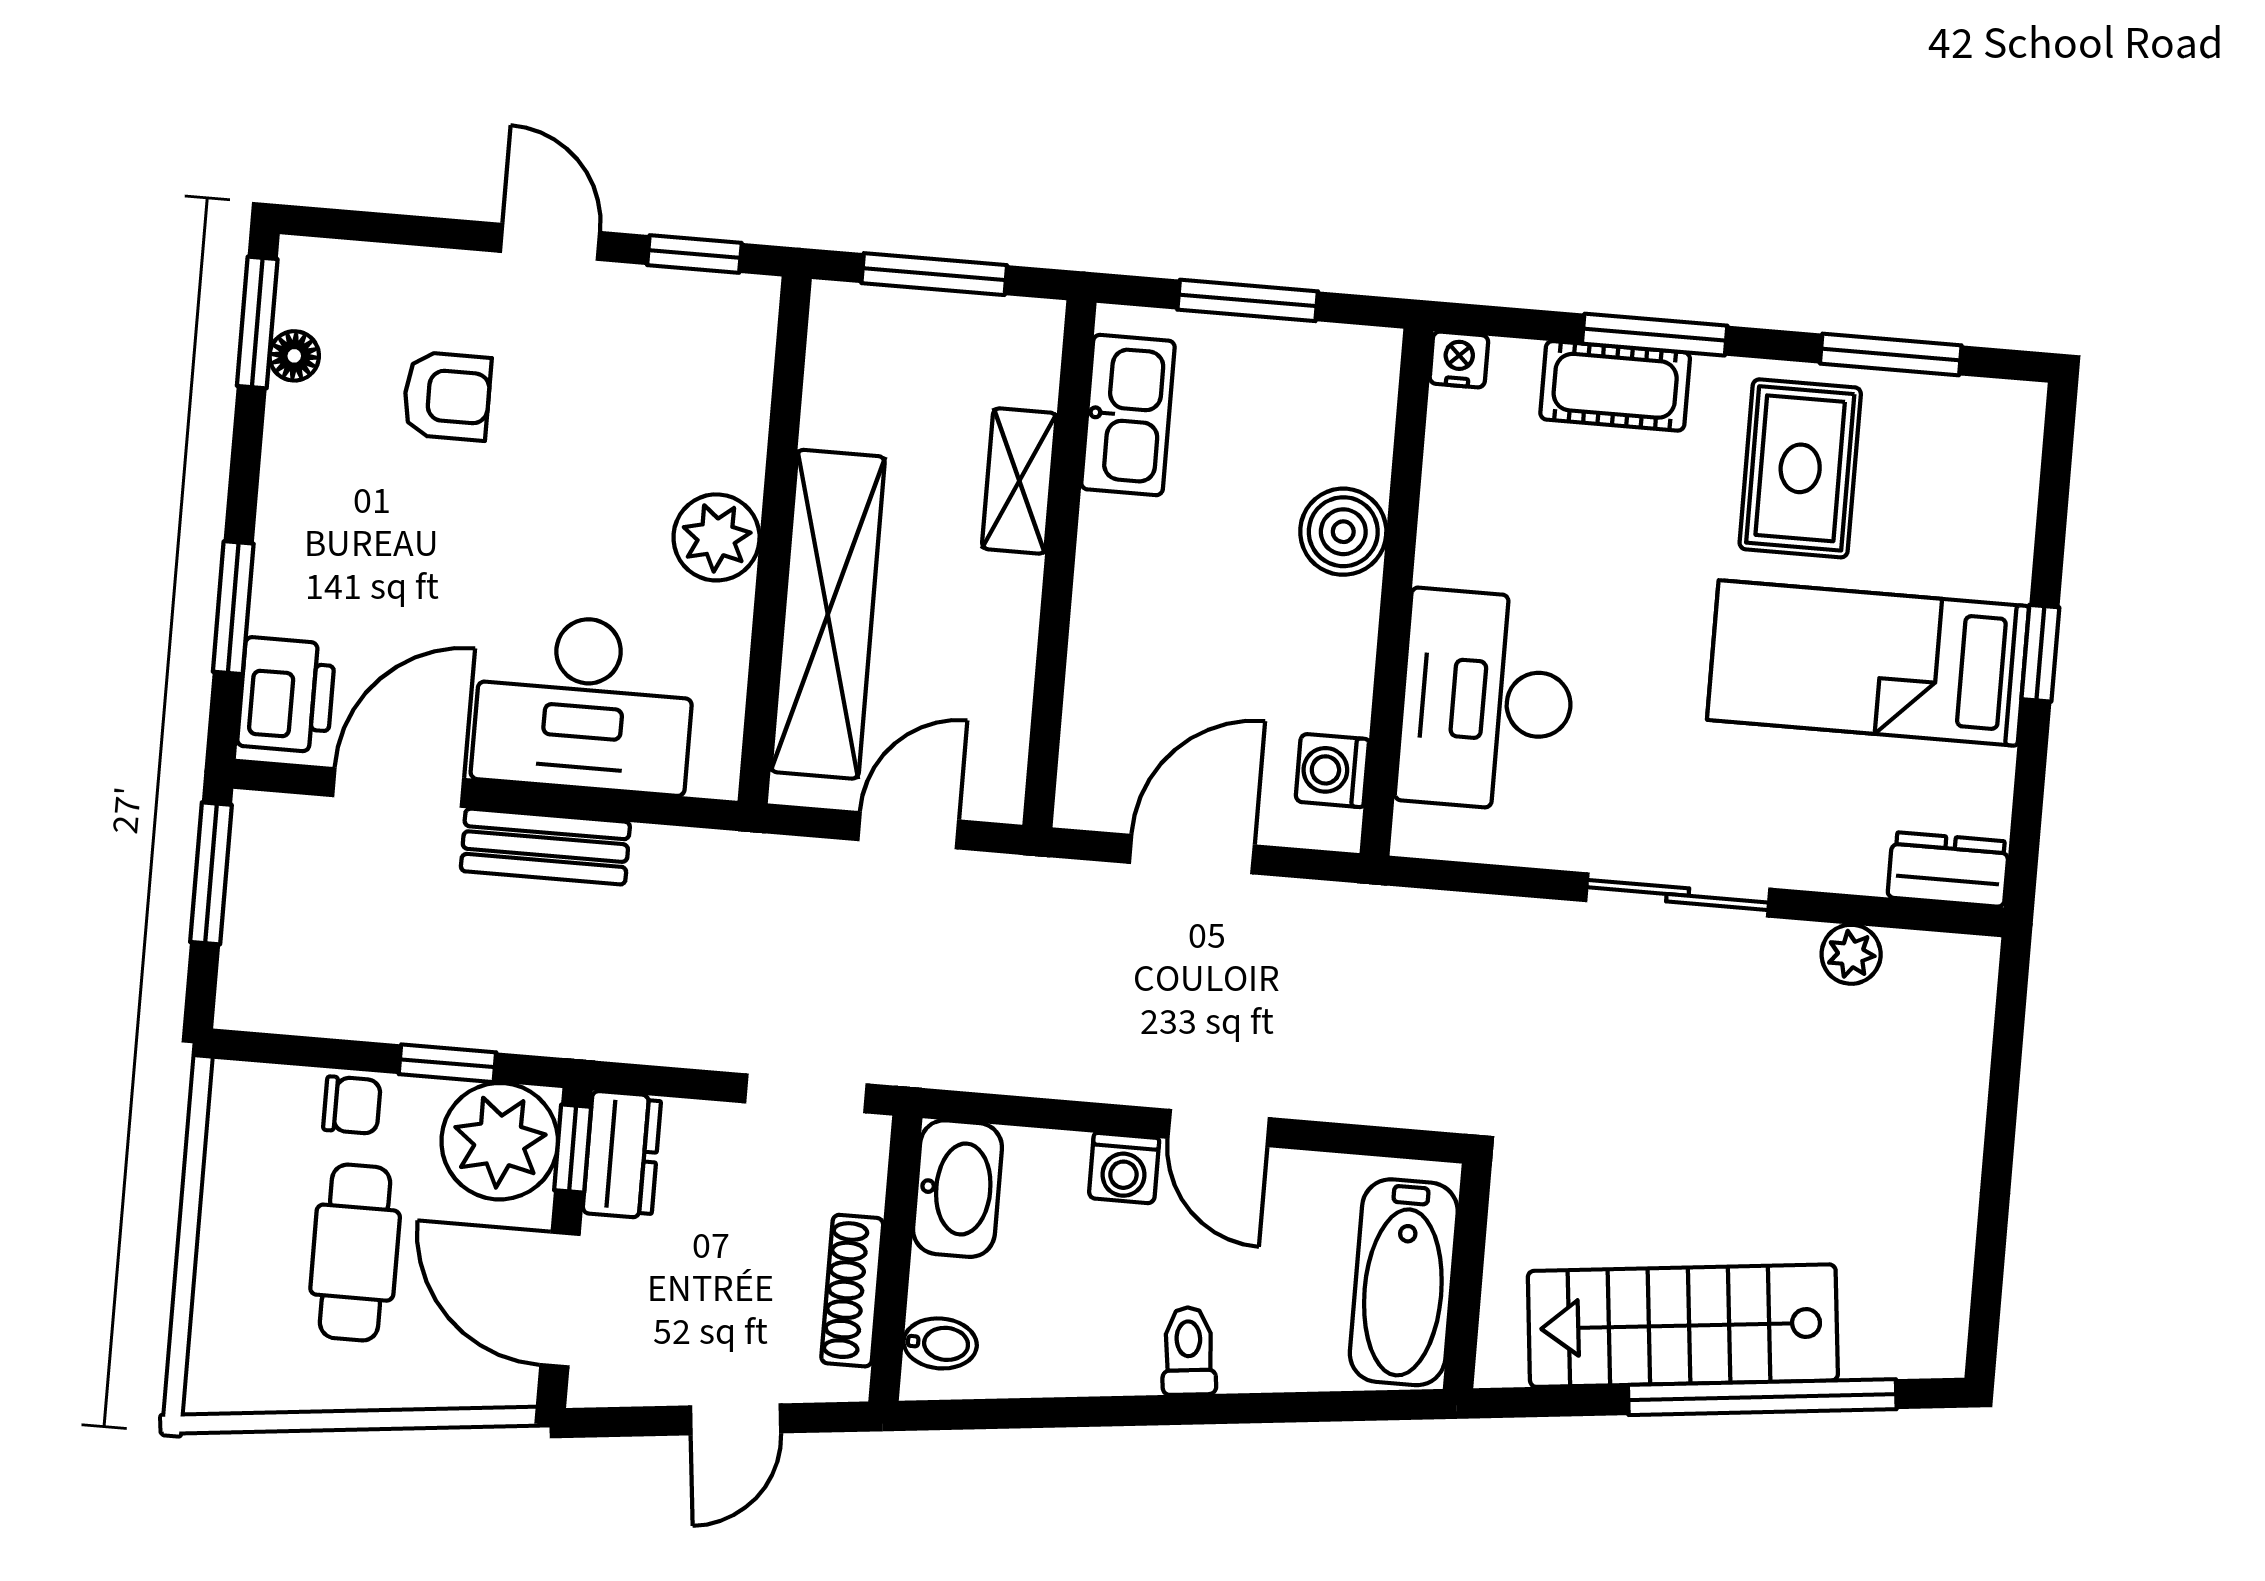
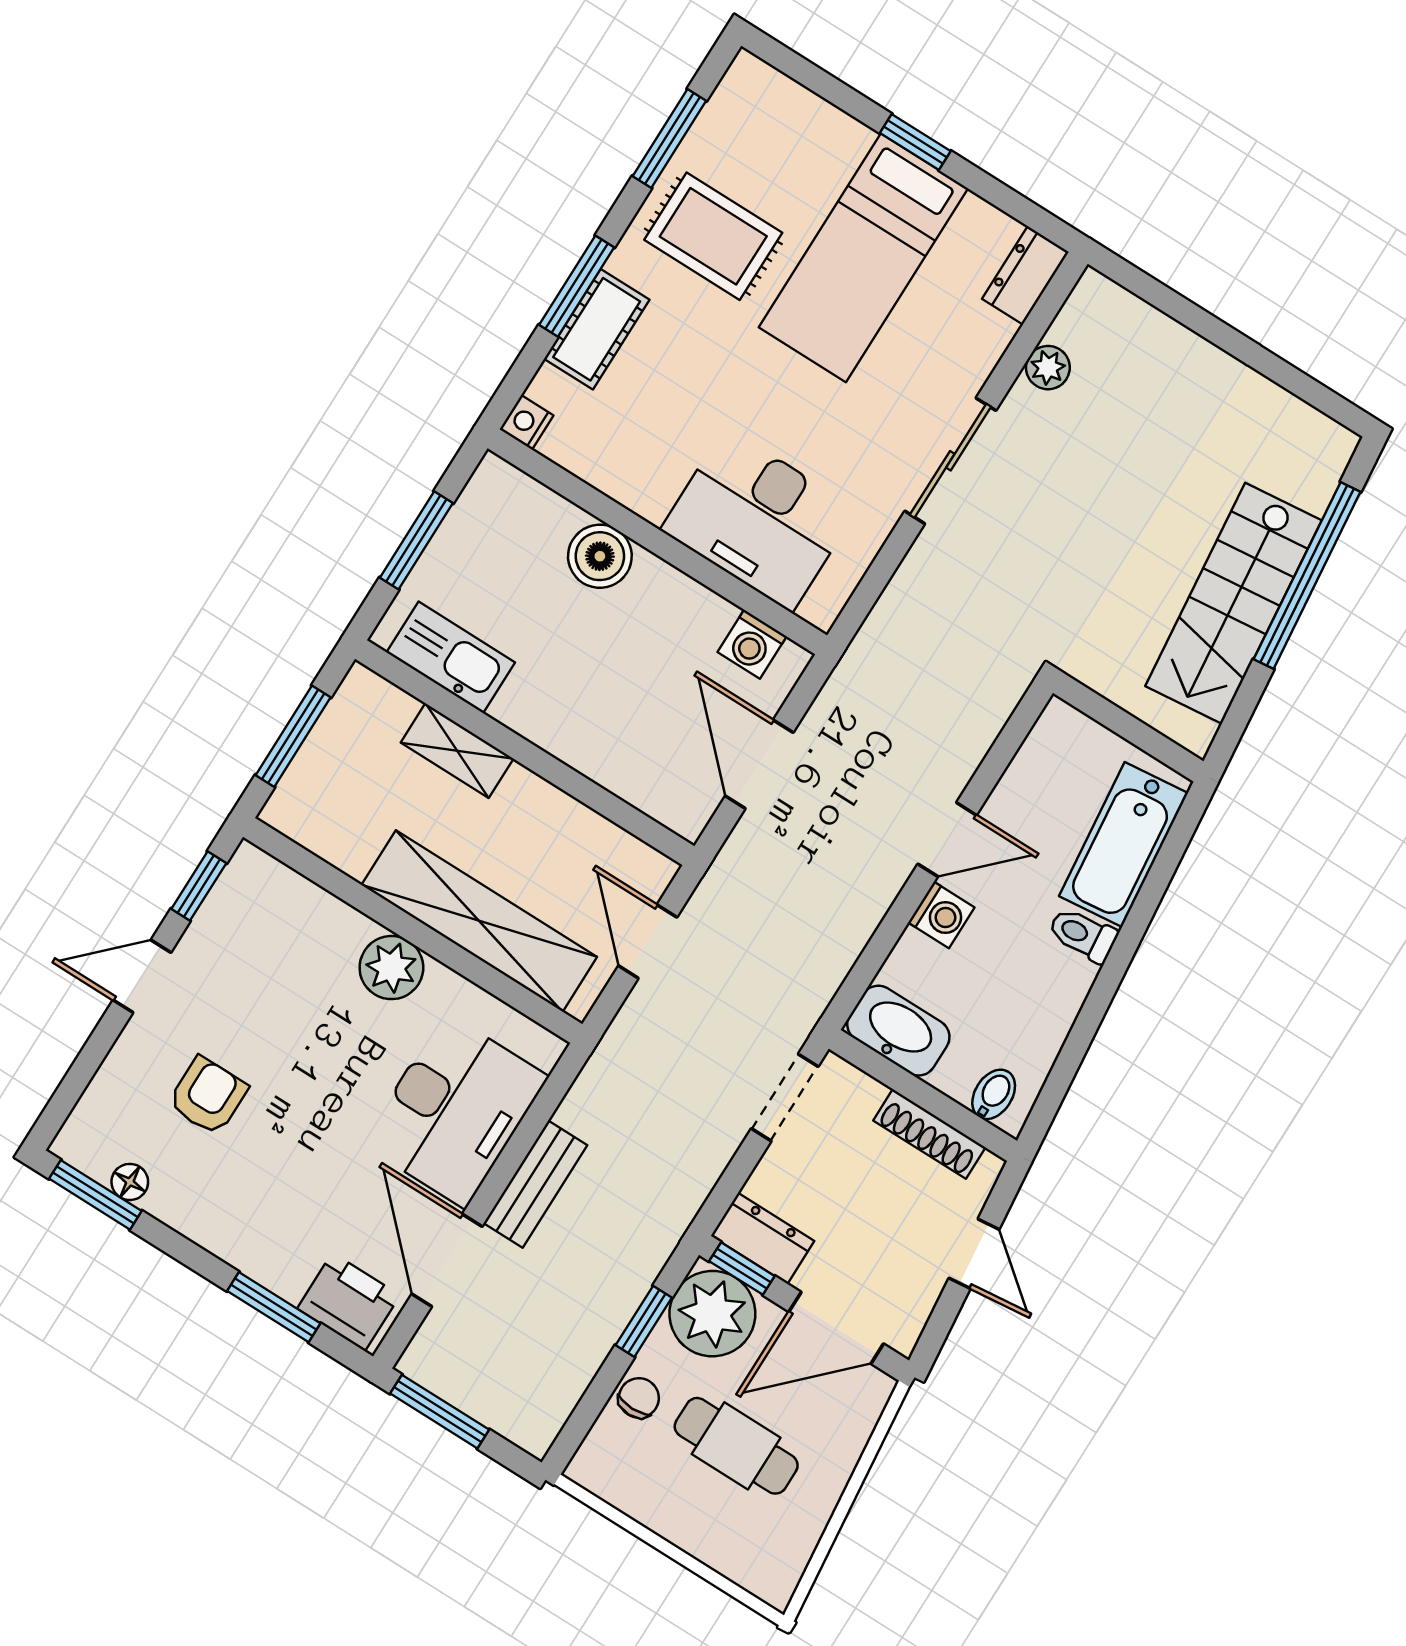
bathtub: (1404, 1282) -> (1123, 845), moved, turned 84

